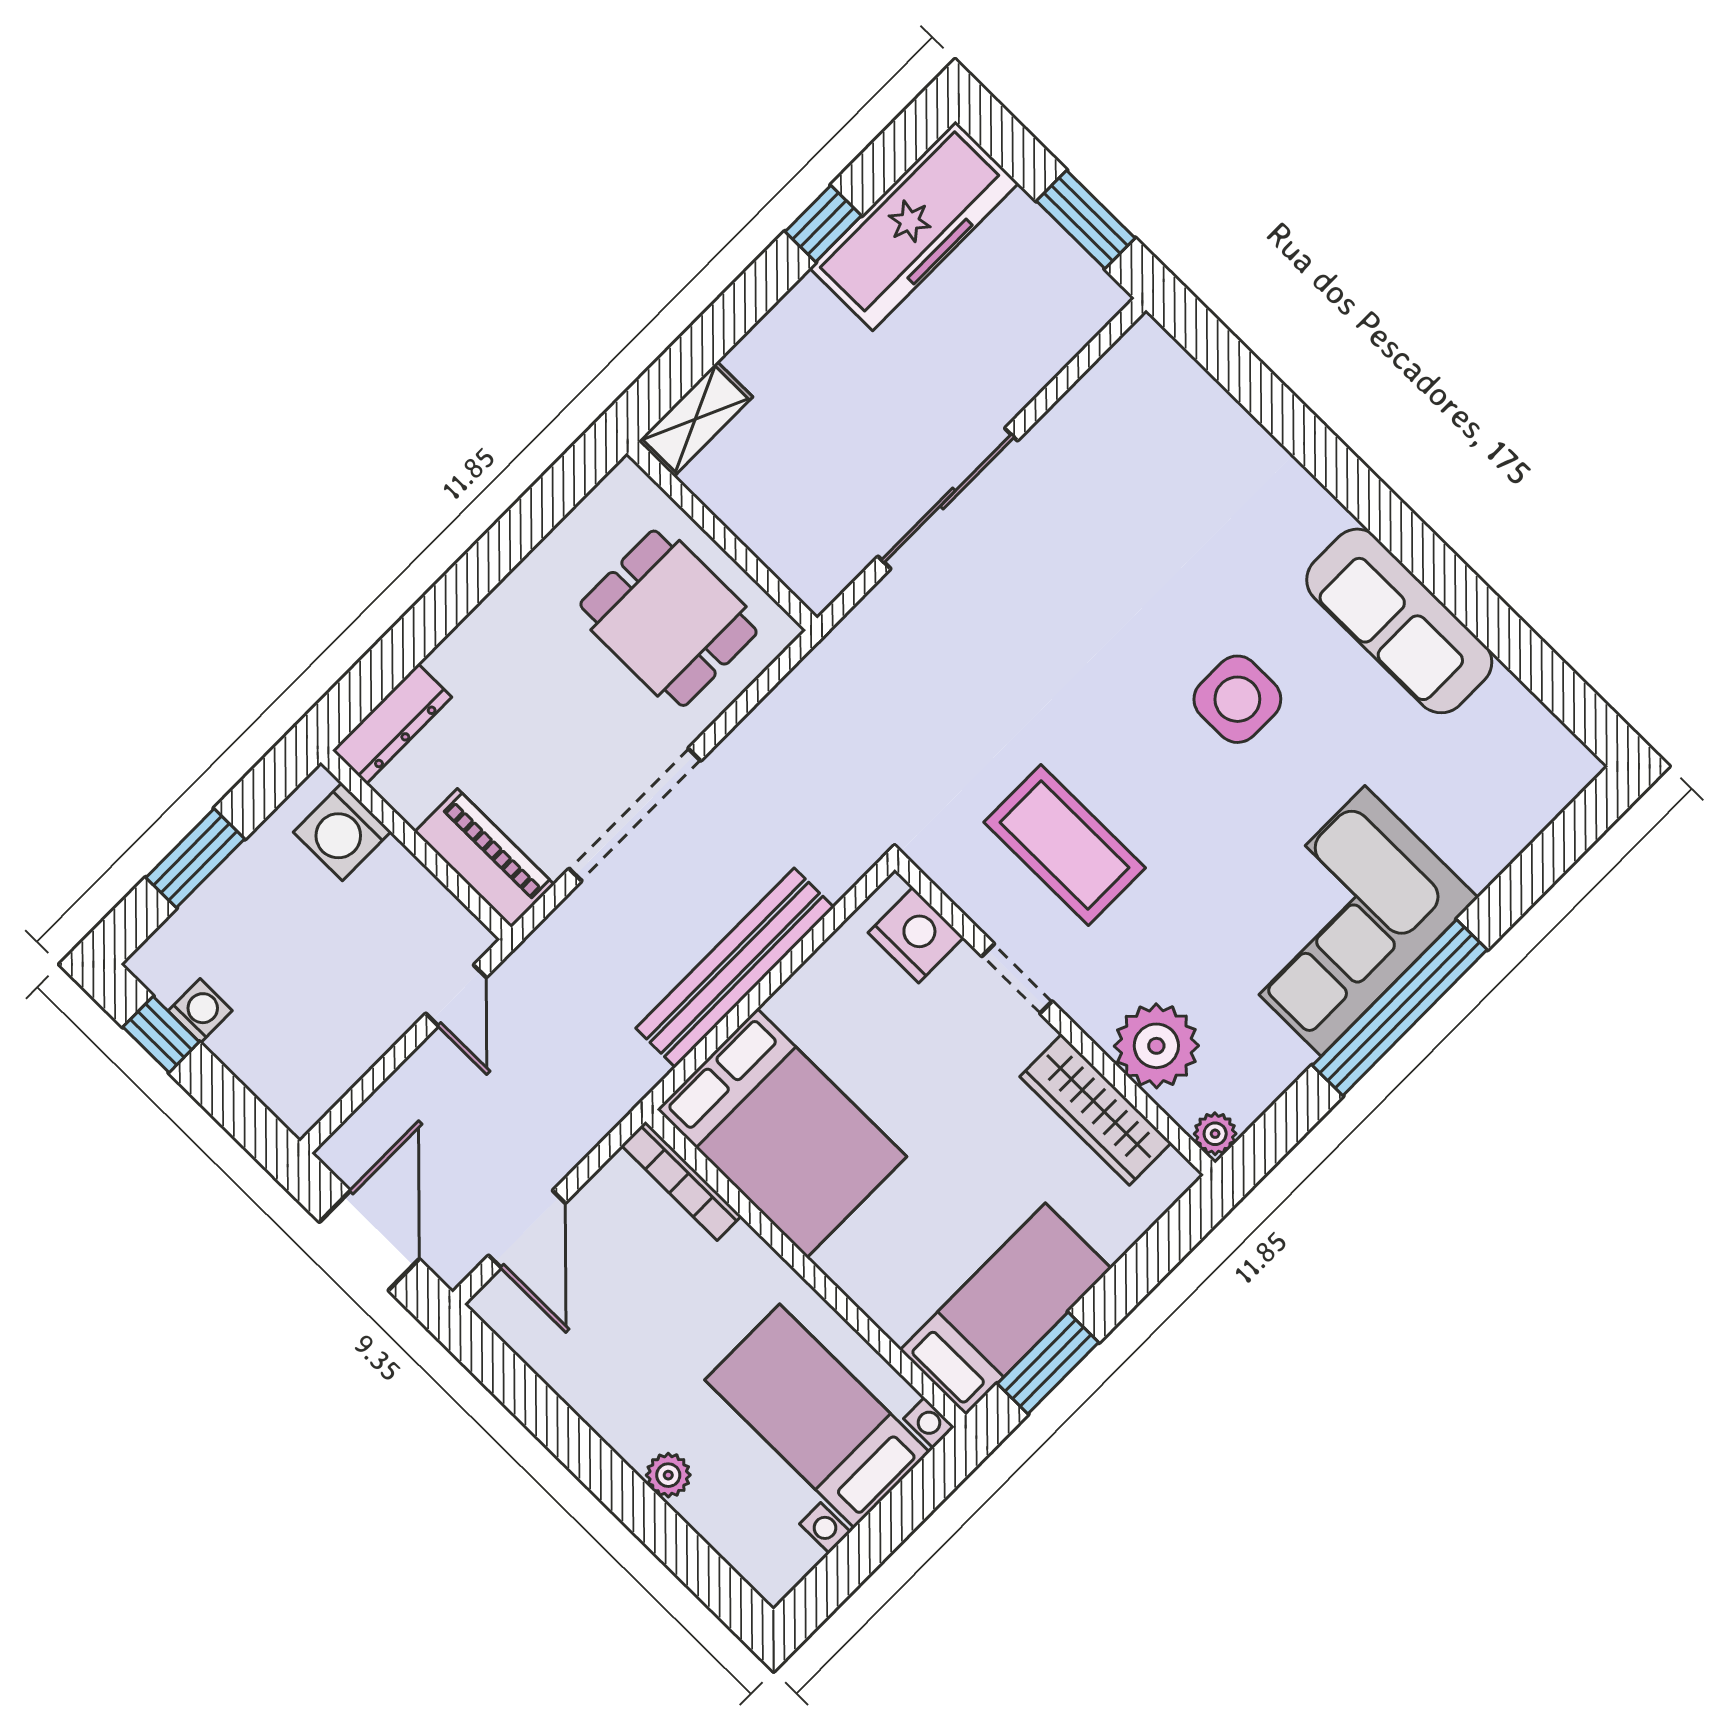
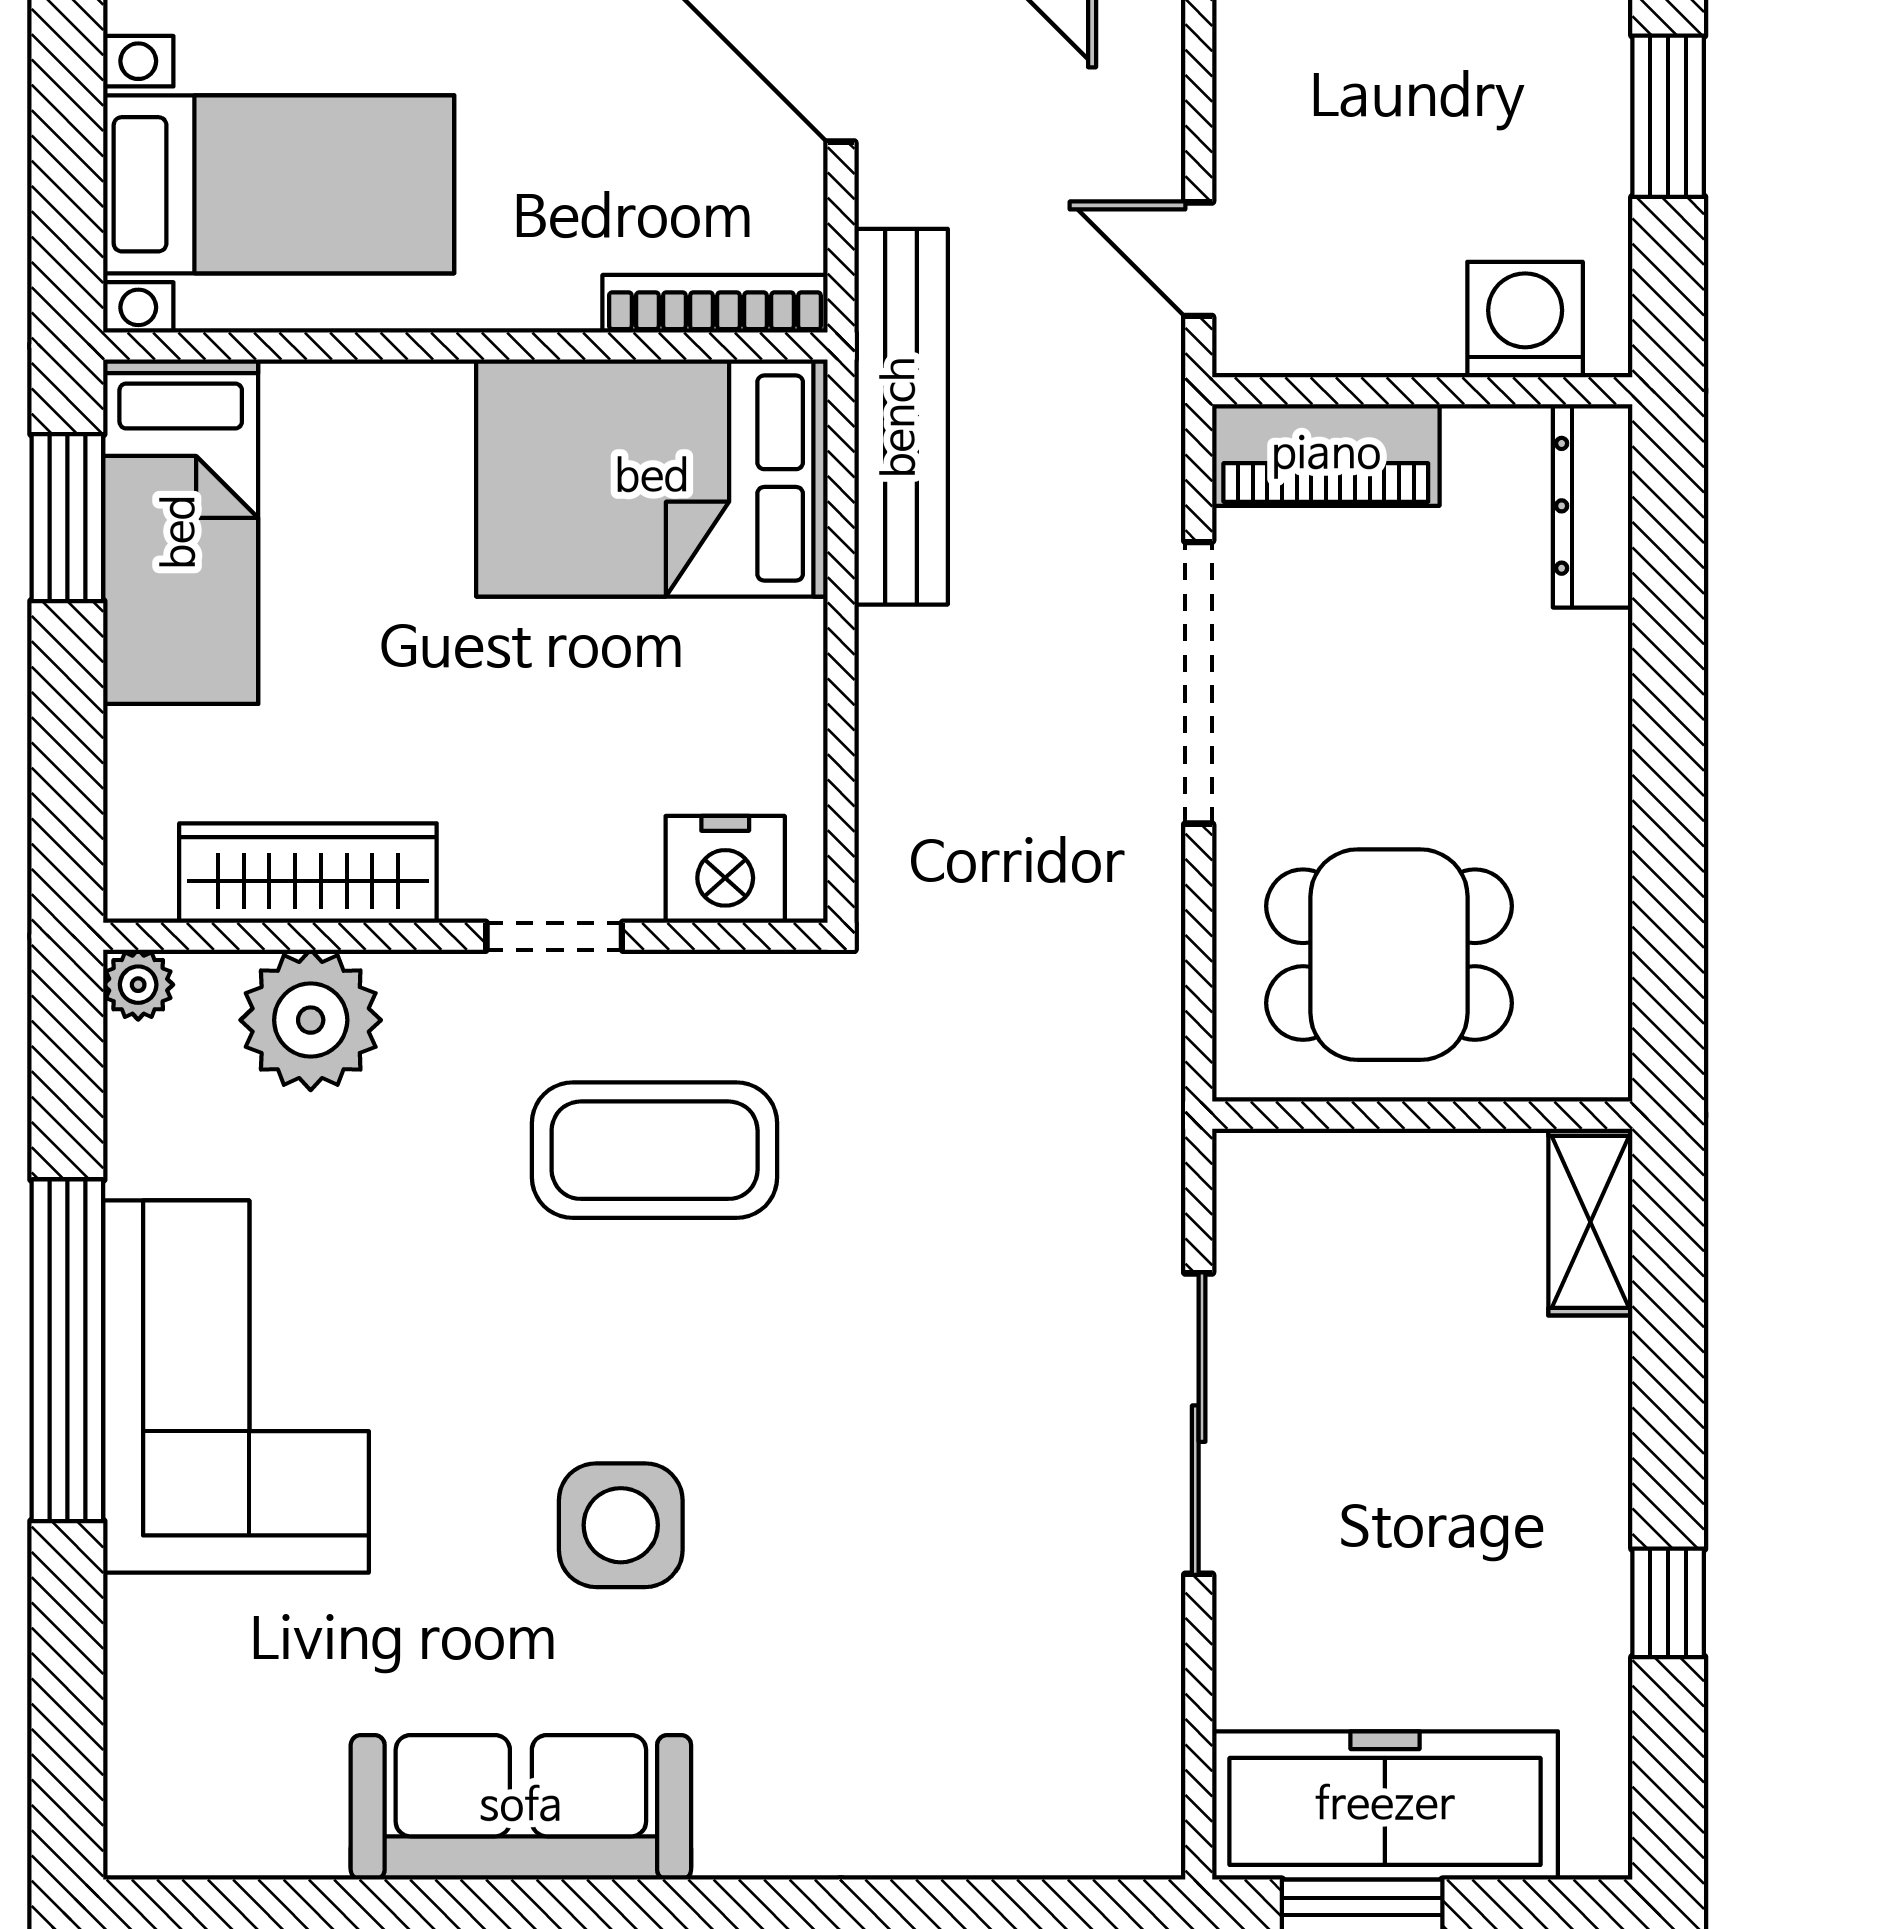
freezer: (914, 226) -> (1385, 1806), moved, turned 90
bench: (735, 968) -> (901, 417), moved

